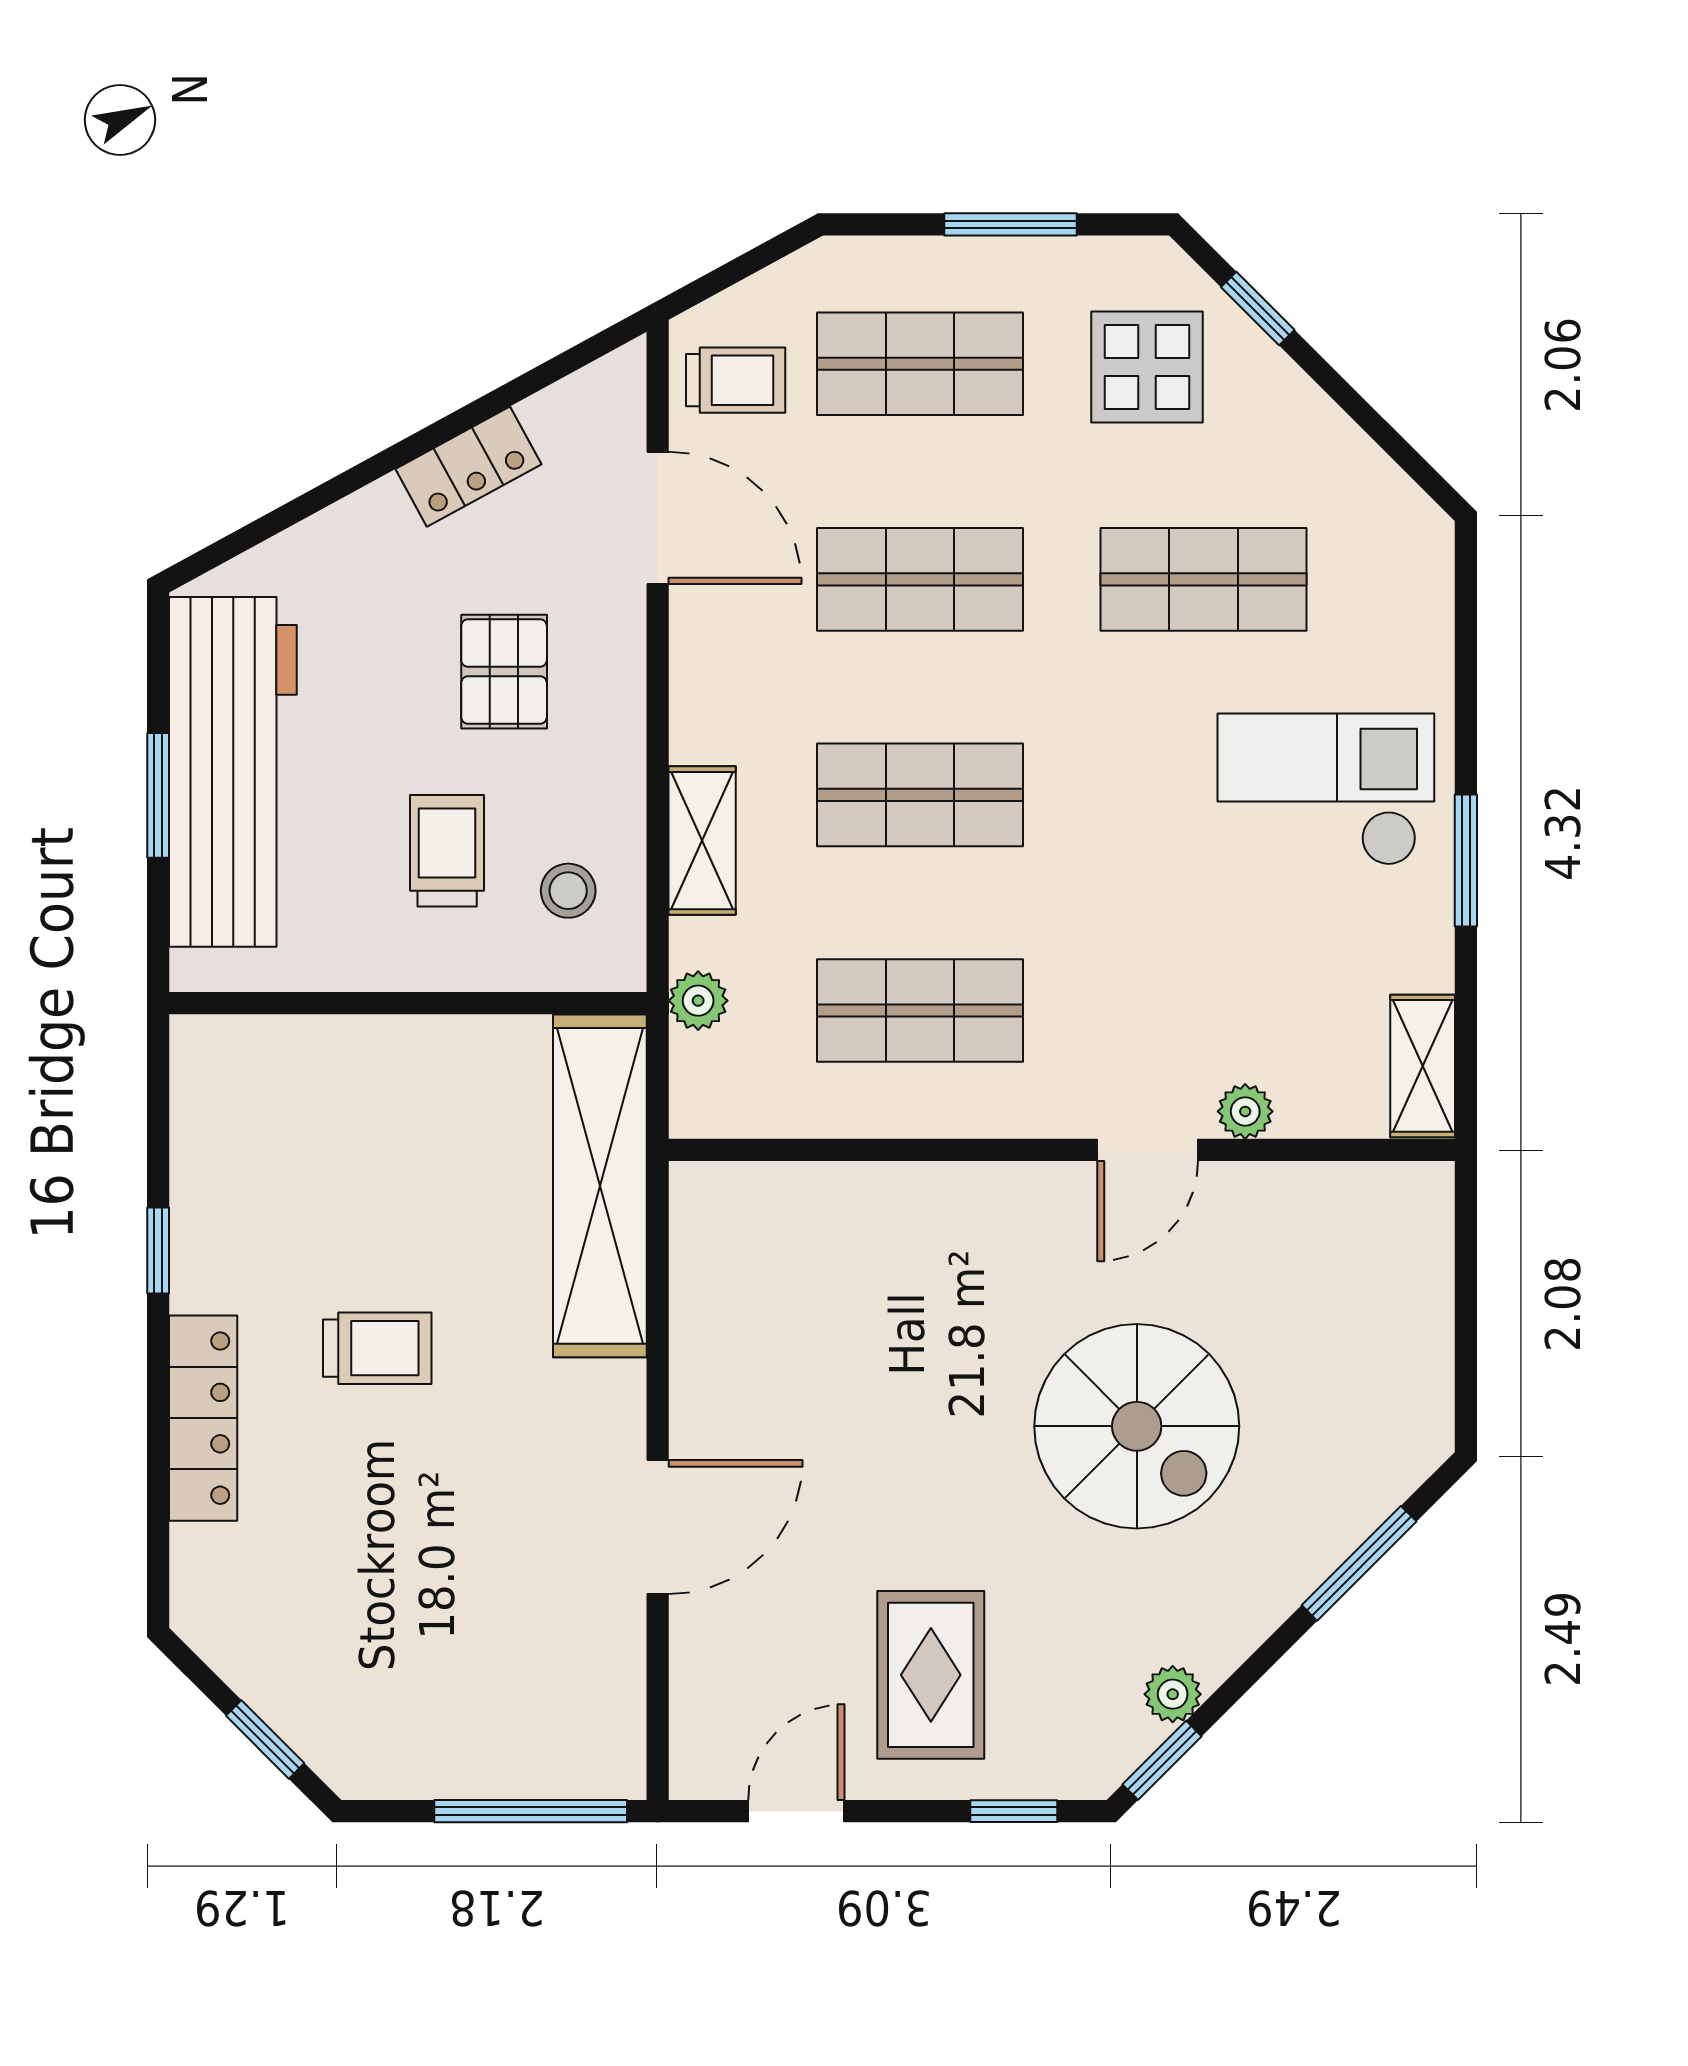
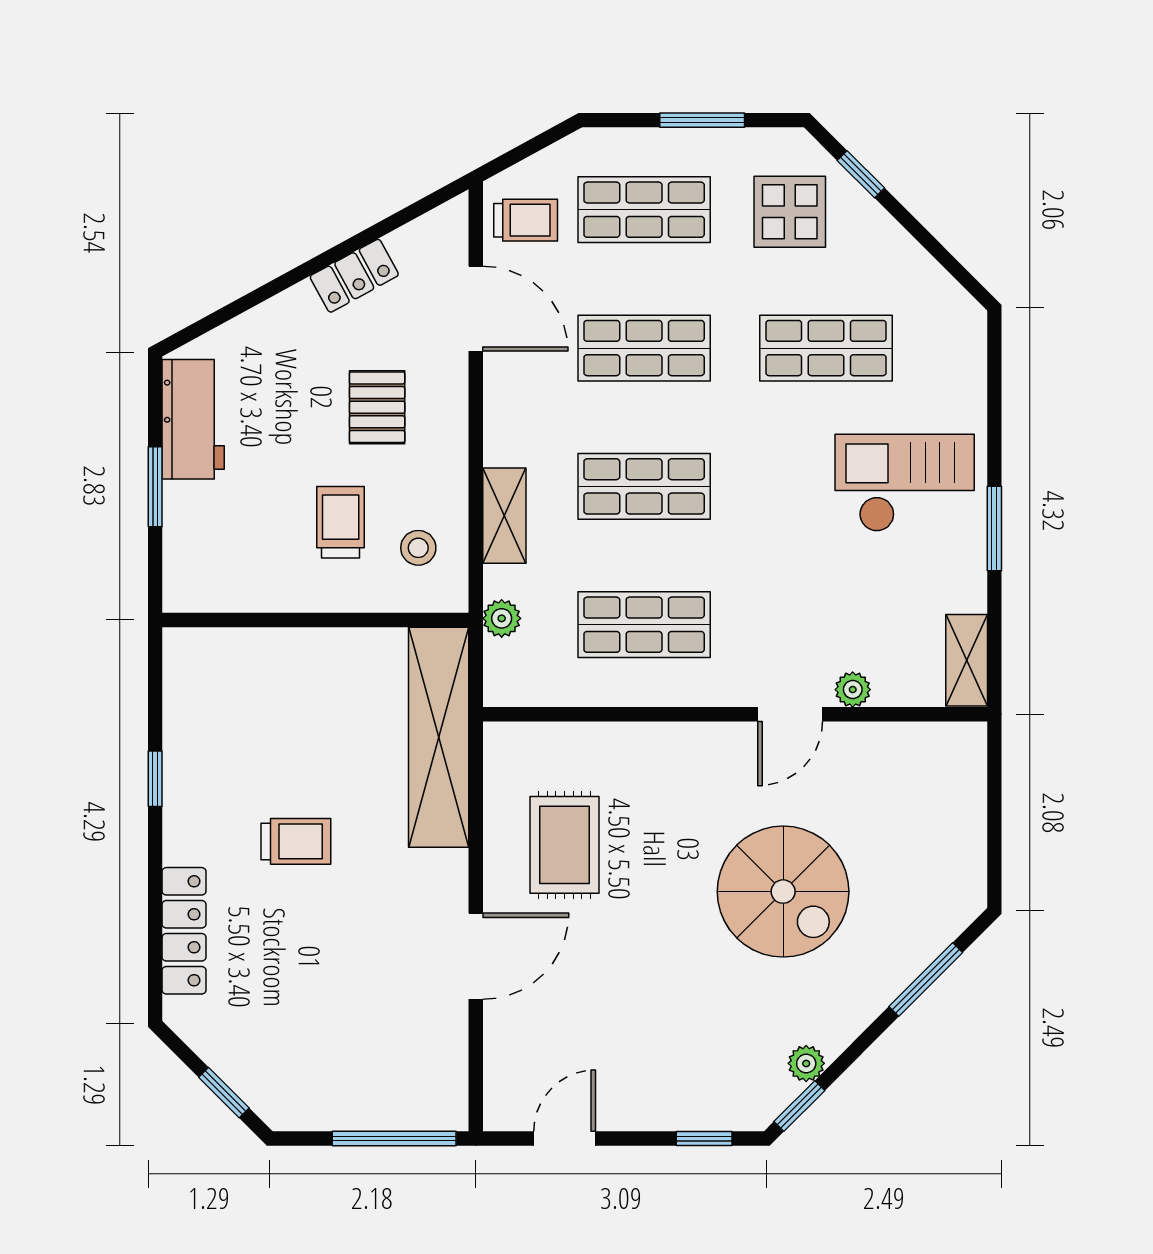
workbench: (233, 772) -> (193, 419), width x0.53, depth x0.76
locker: (203, 1418) -> (184, 931), moved
rug: (931, 1675) -> (565, 845), moved

